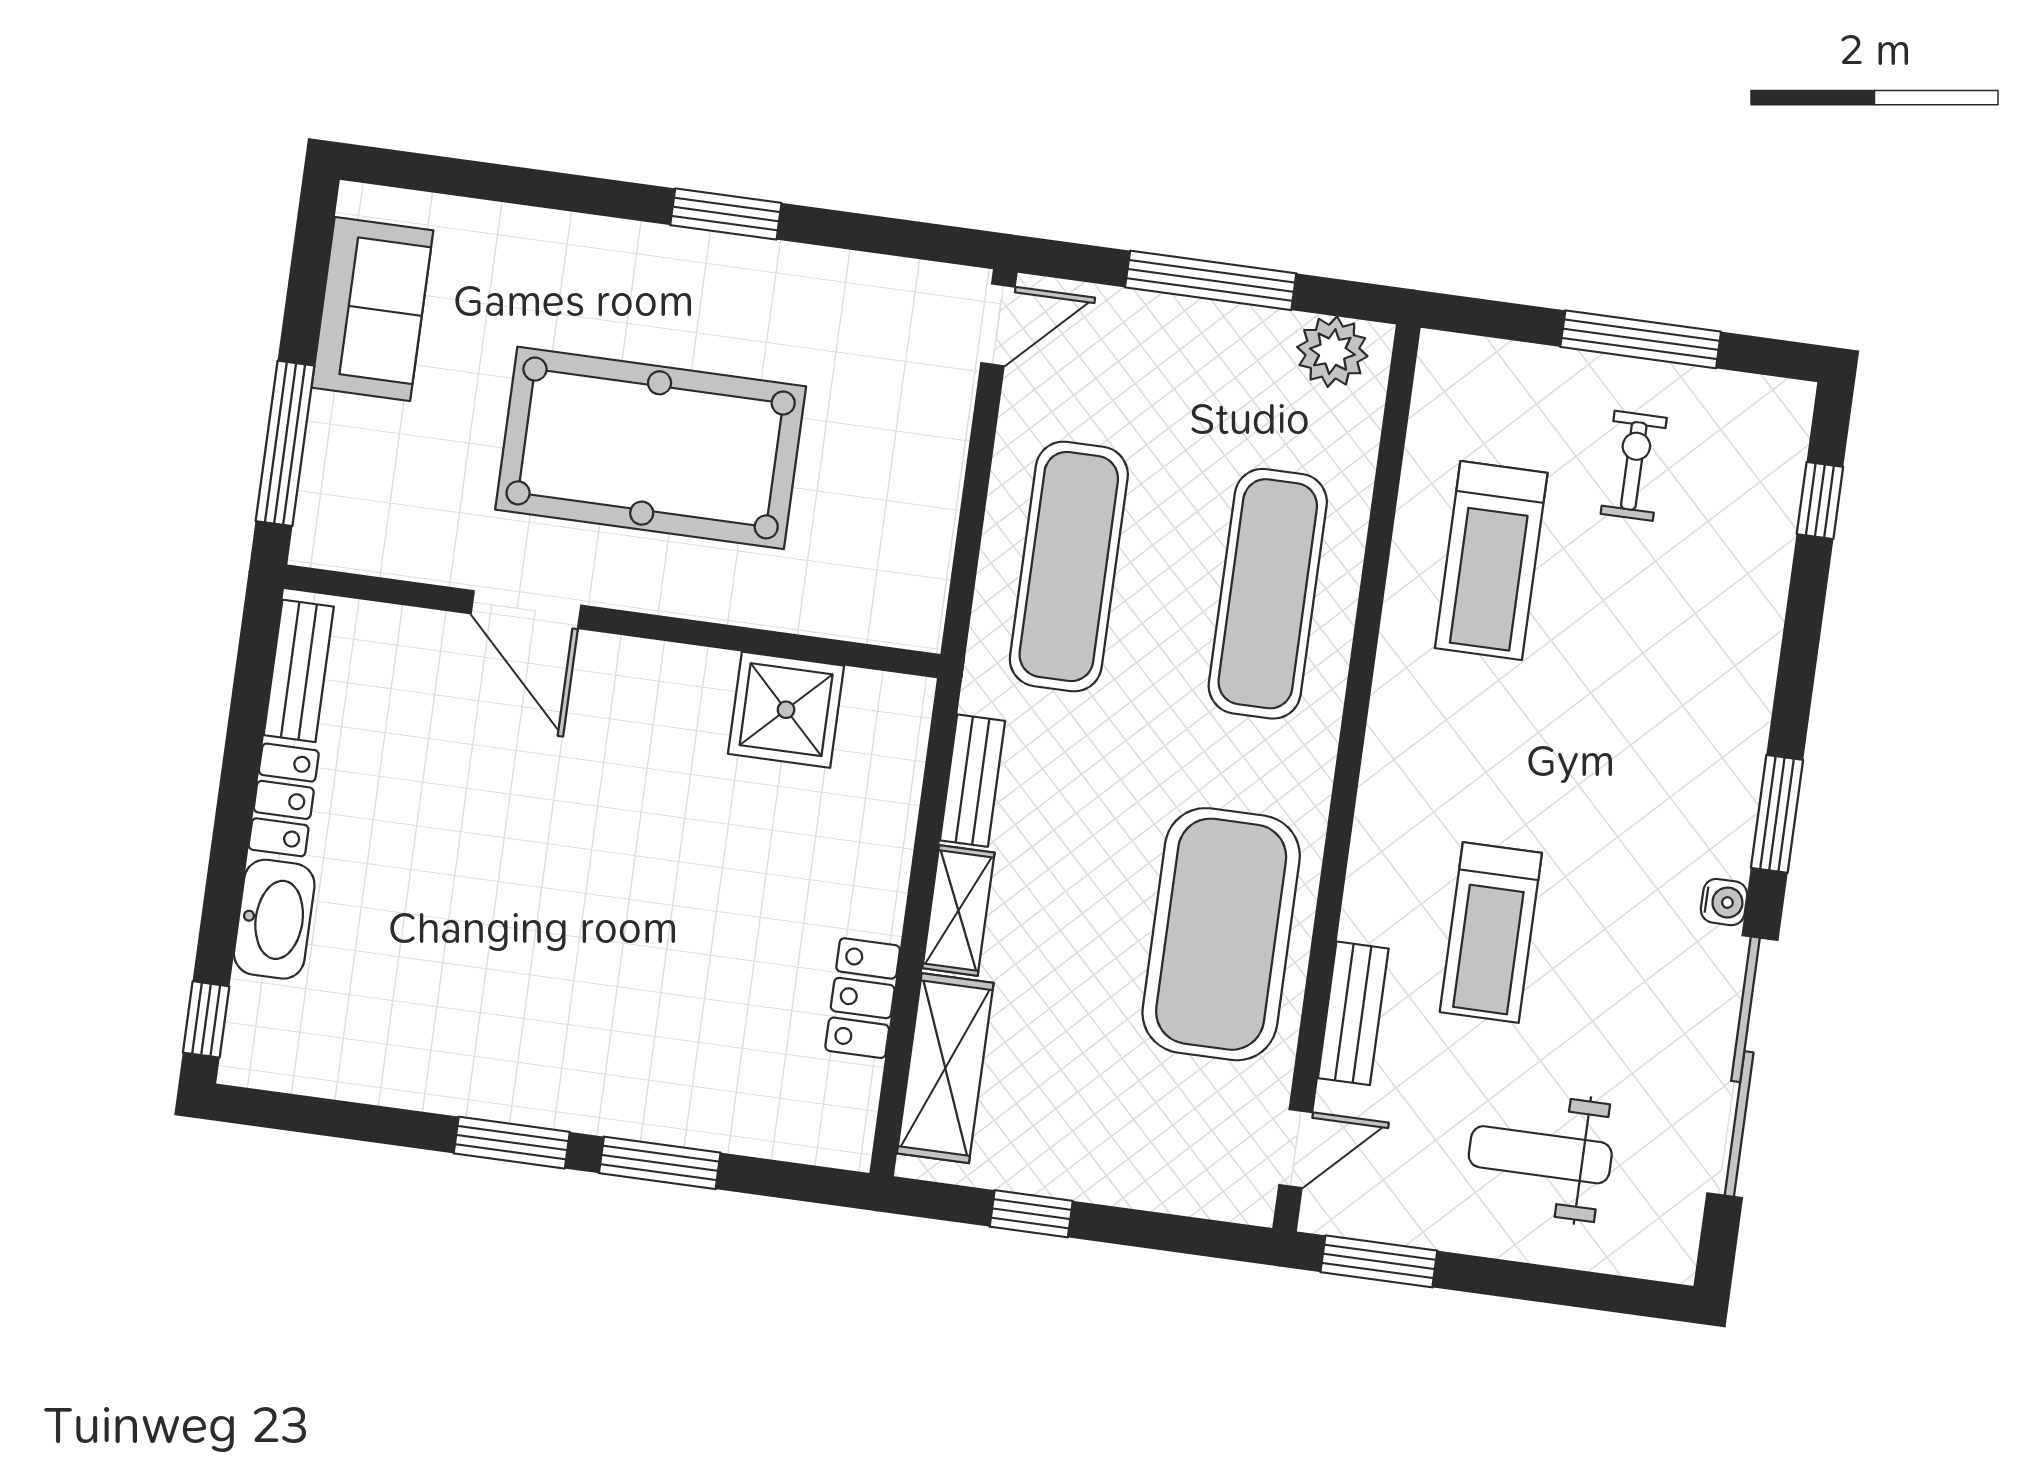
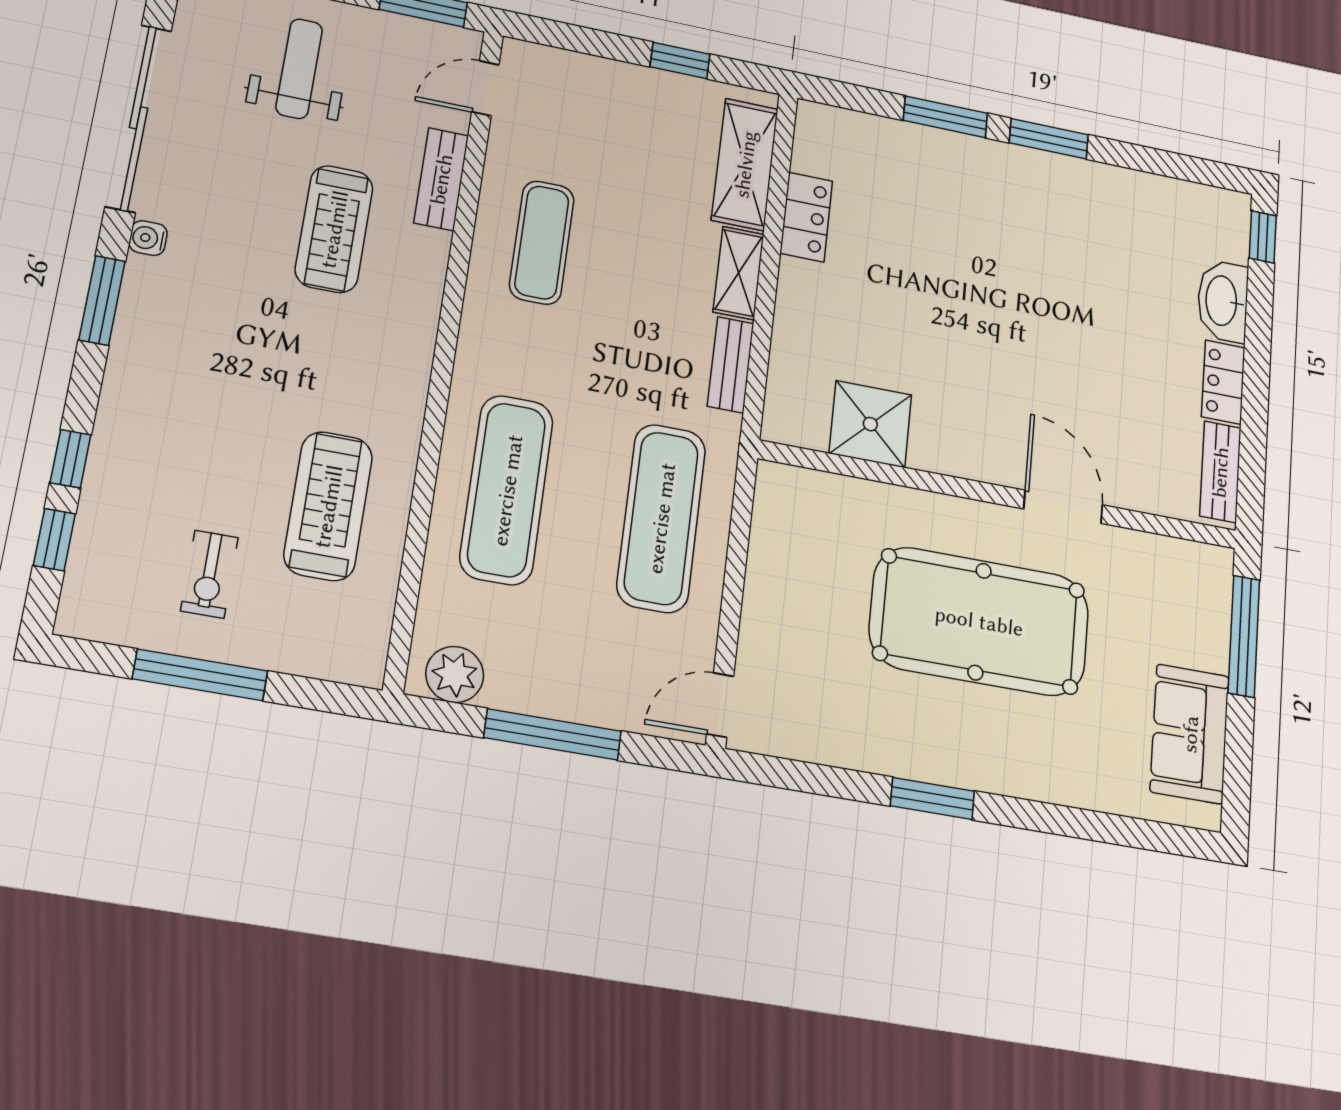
window: (1806, 604) -> (70, 459), added
treadmill: (1491, 933) -> (334, 229), turned 180
exercise mat: (1221, 934) -> (542, 242), width x0.50, depth x0.69
weight bench: (1540, 1155) -> (299, 69), turned -90

